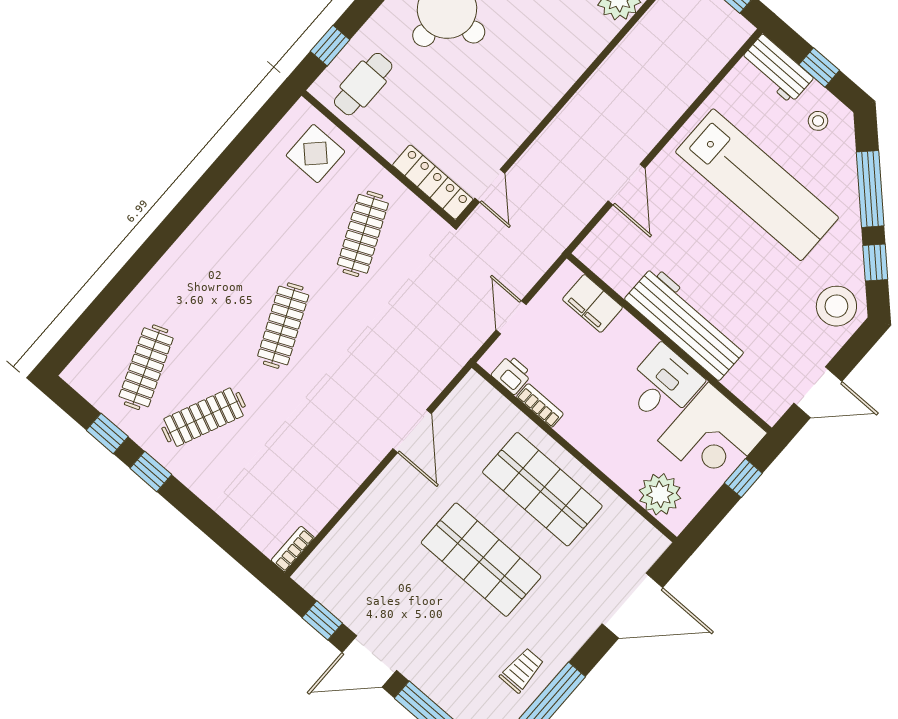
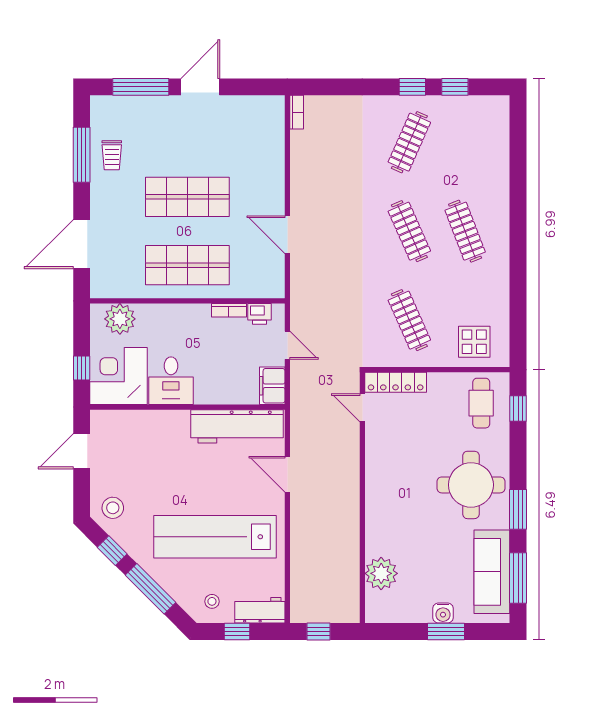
filing cabinet: (593, 303) -> (272, 386), moved, turned -90
stool: (836, 306) -> (113, 508), width x0.73, depth x0.73
workbench: (686, 323) -> (237, 426), moved
clothes rail: (146, 367) -> (465, 231), moved
window: (322, 620) -> (246, 87), removed

